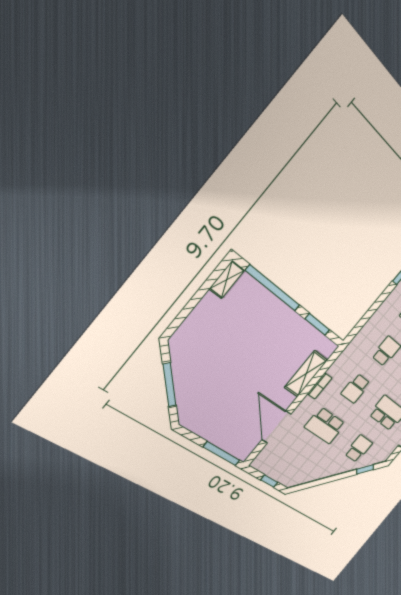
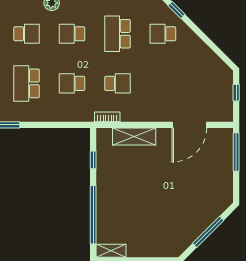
window: (317, 324) -> (93, 160), width x0.67
bookcase: (320, 386) -> (107, 117), moved
school desk: (325, 425) -> (163, 83), removed

